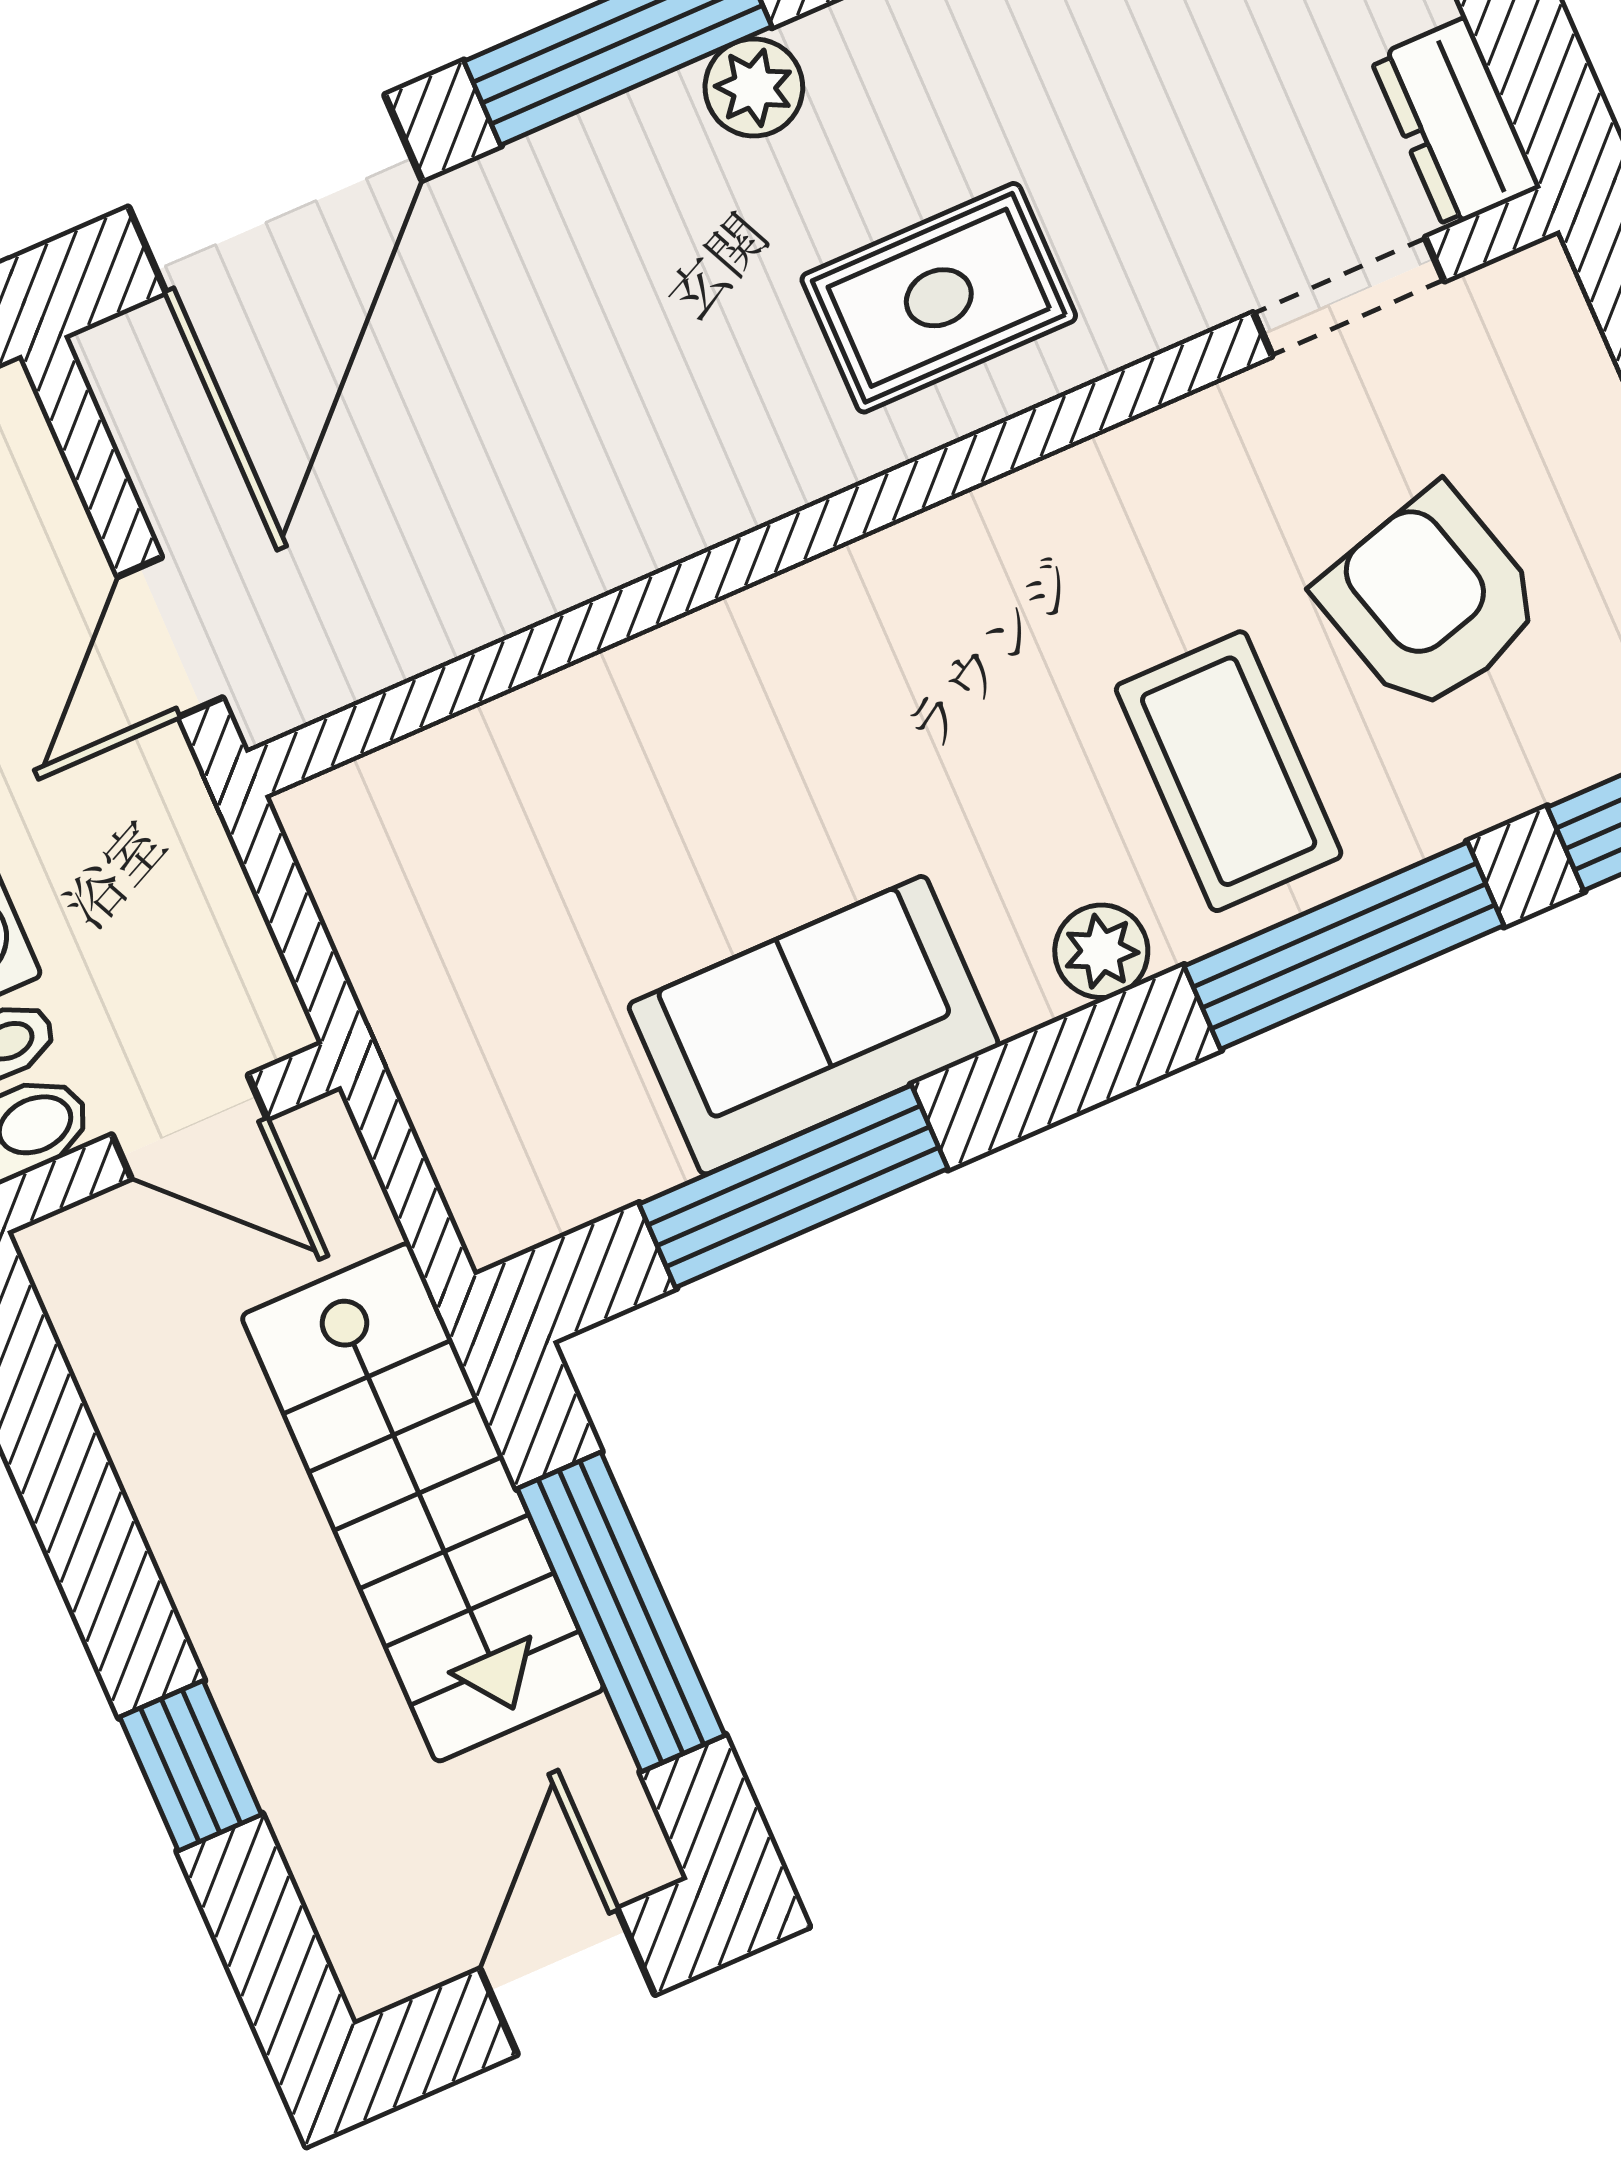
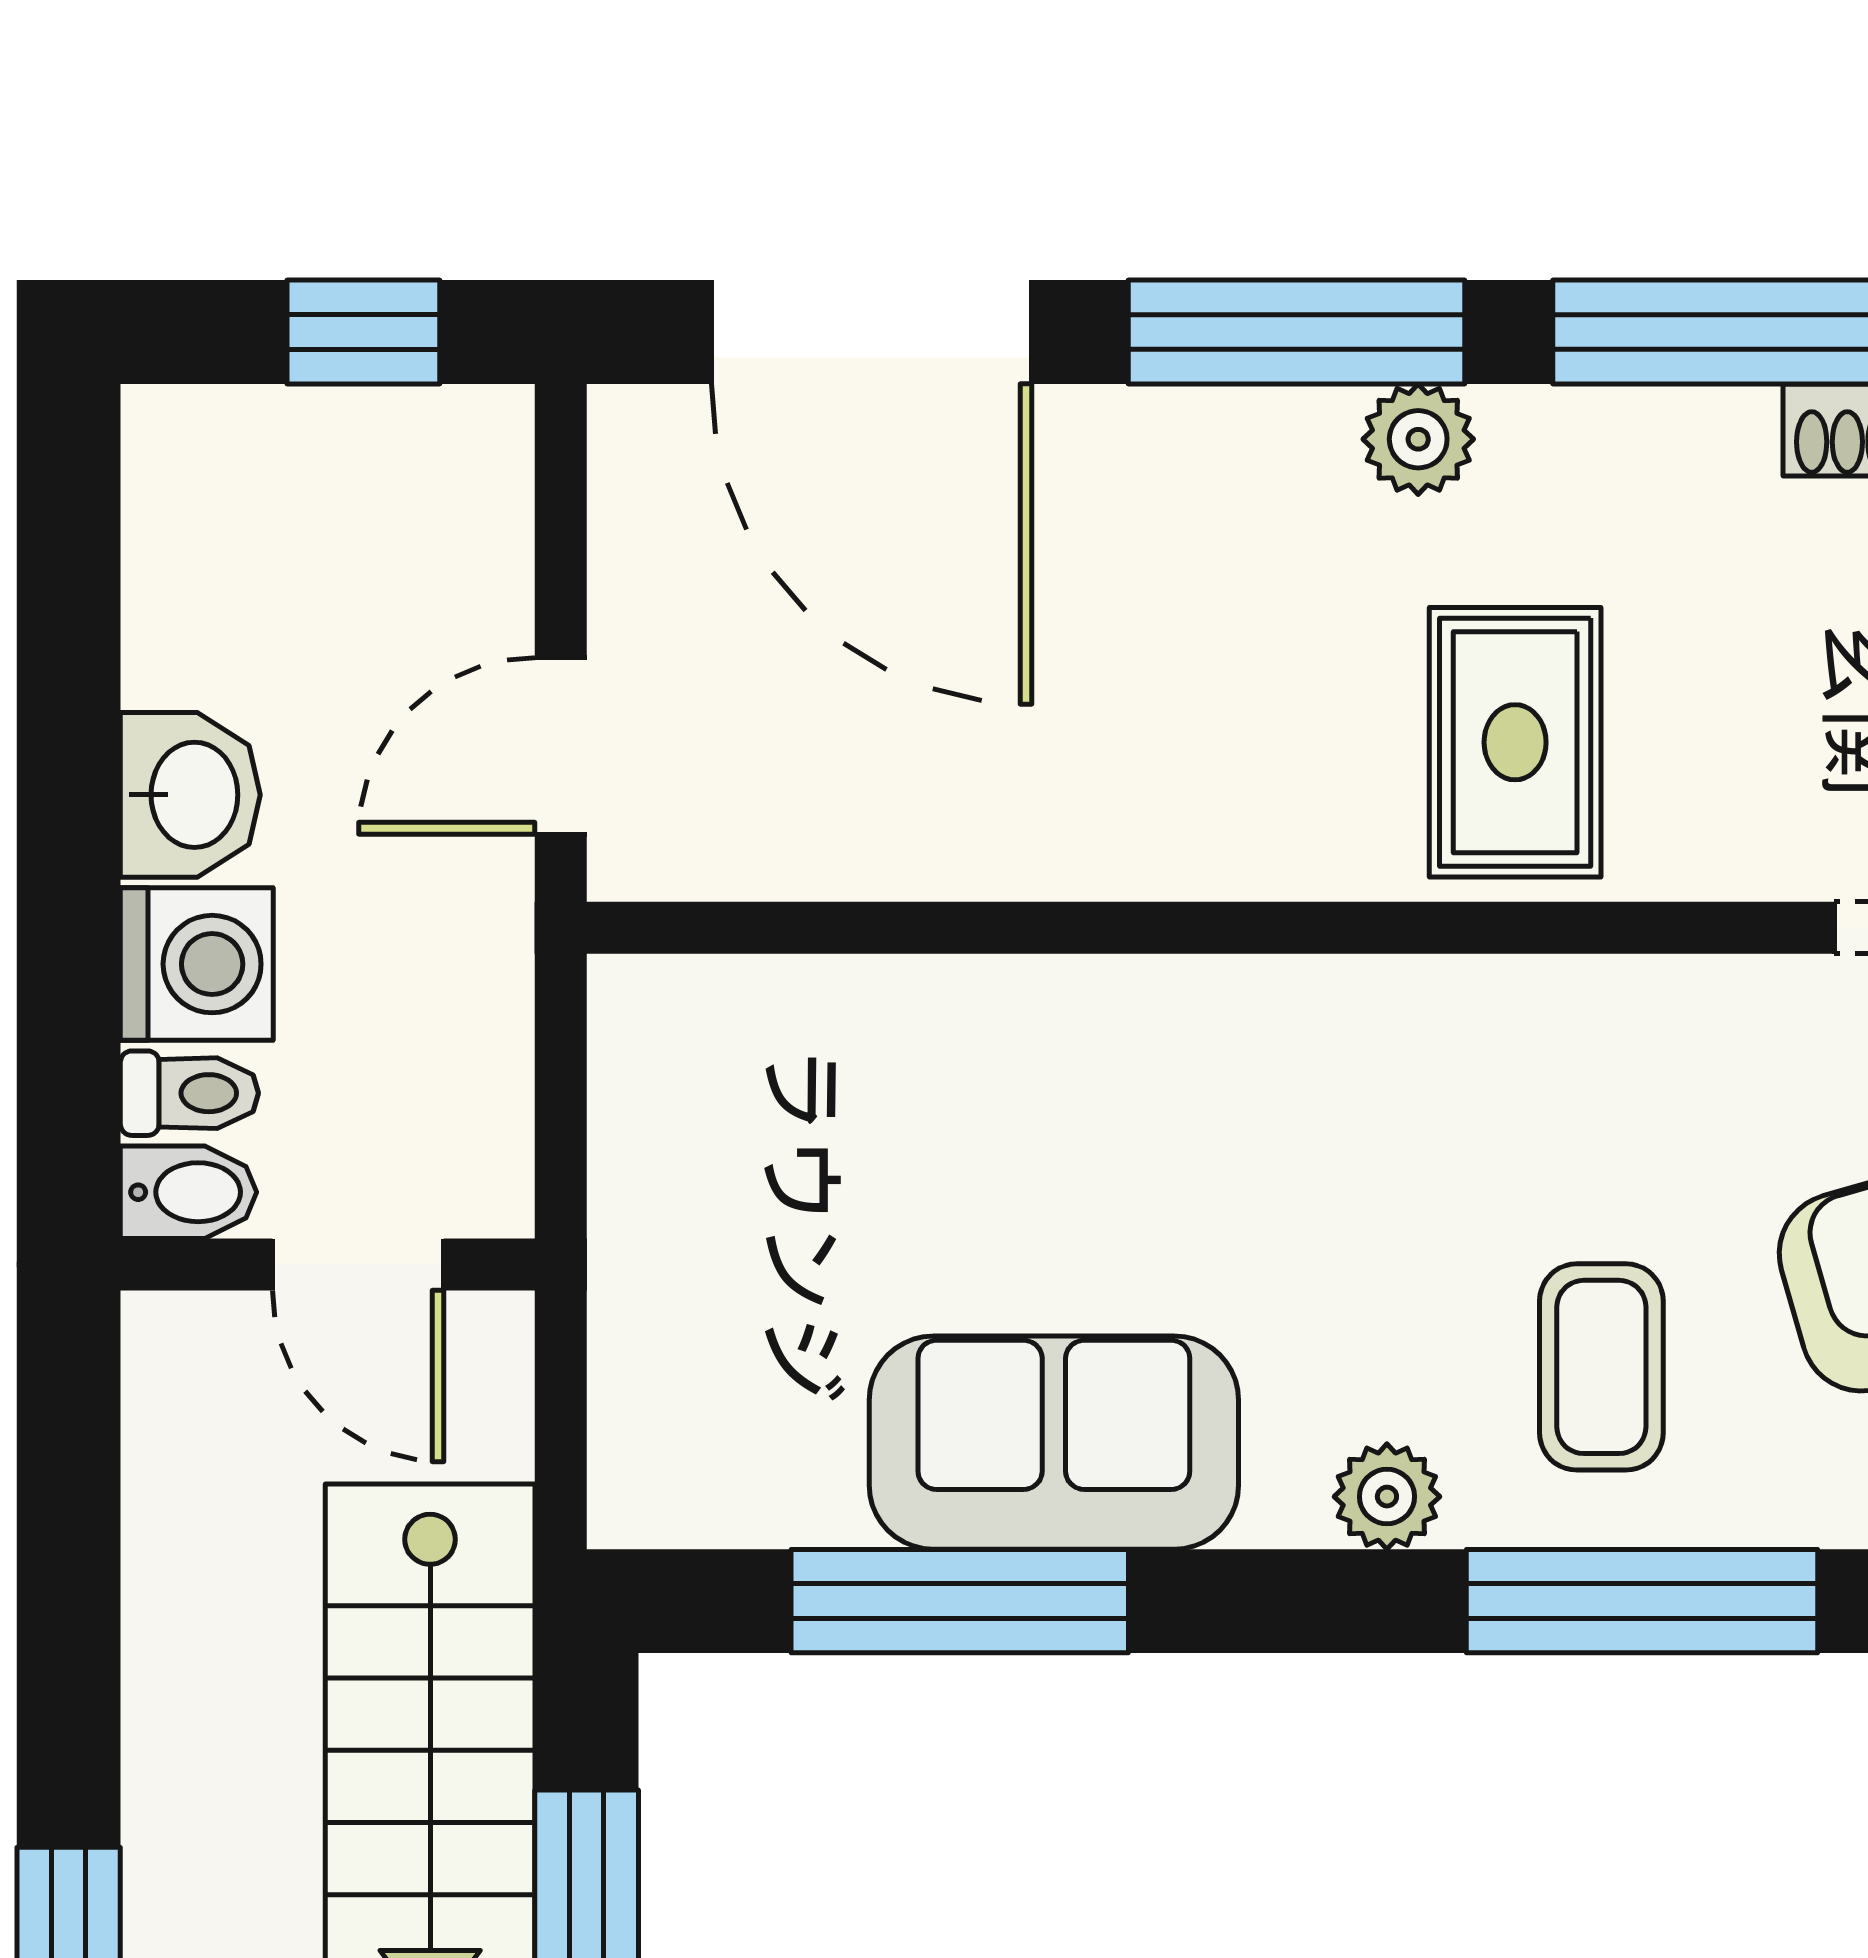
door: (275, 194) -> (872, 332), hinge flipped
rug: (939, 298) -> (1515, 742), turned 90
coffee table: (1229, 771) -> (1601, 1367), width x0.73, depth x0.77

